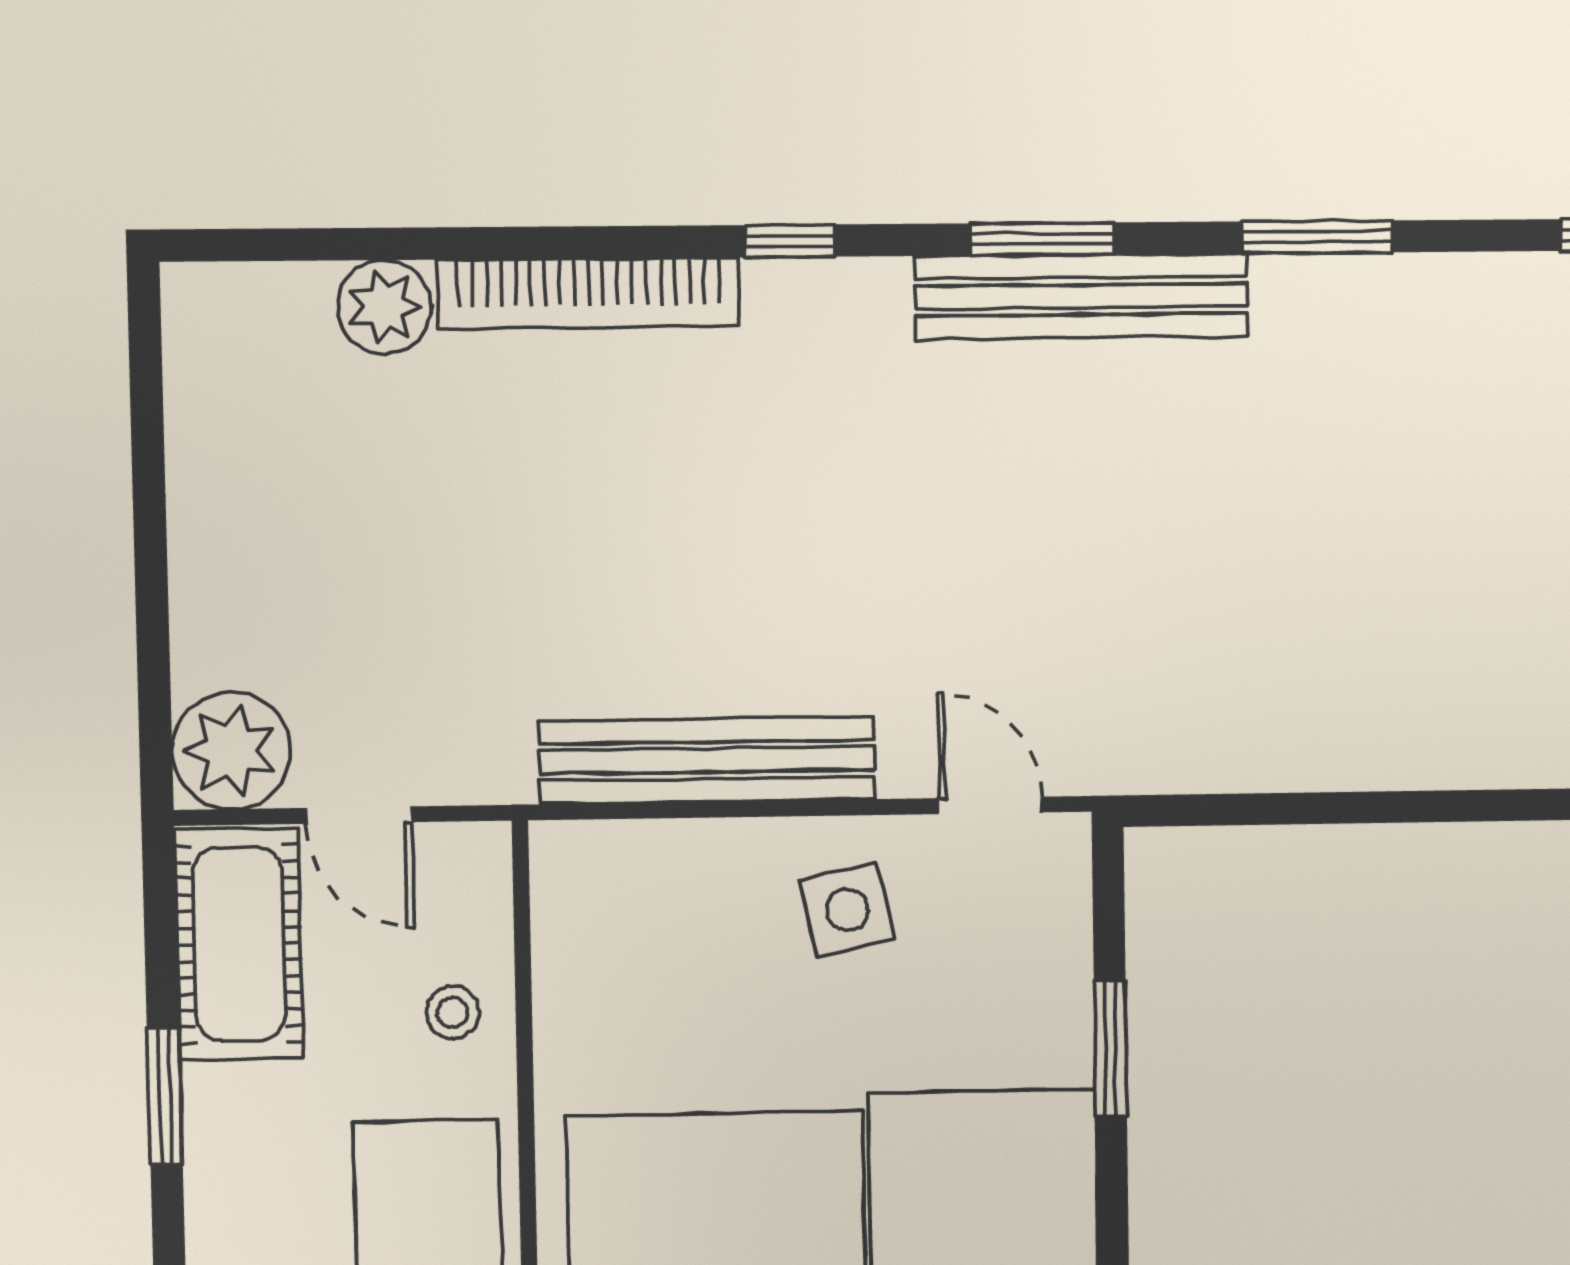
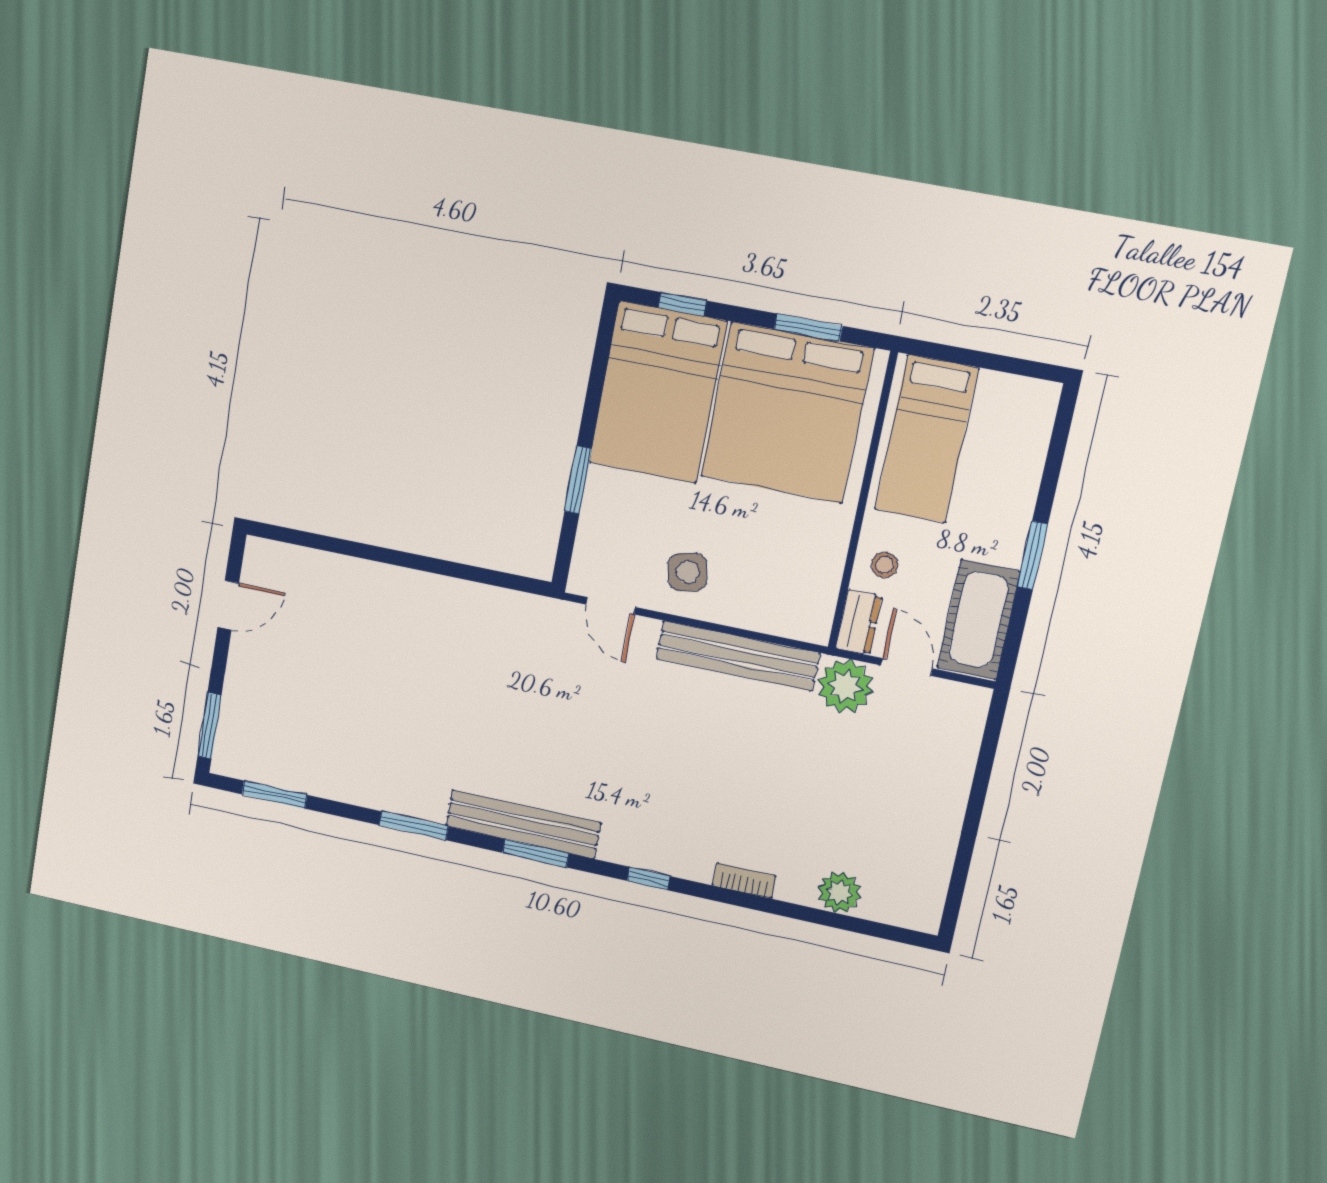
bookcase: (589, 293) -> (744, 881), width x0.43, depth x0.76
plant: (231, 751) -> (845, 686), moved
dresser: (477, 885) -> (859, 622), added

